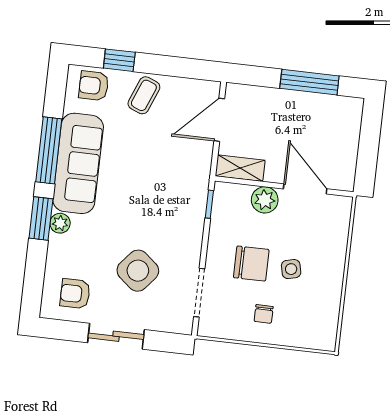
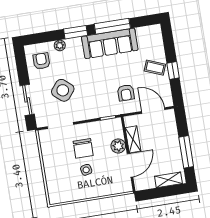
window: (119, 60) -> (173, 71), moved
armchair: (94, 86) -> (126, 93), moved, turned 180
shelving: (350, 128) -> (168, 180), added
shelving: (240, 168) -> (133, 139), moved
plant: (60, 223) -> (60, 45), moved
chair: (264, 314) -> (59, 162), removed
sliding door: (116, 336) -> (27, 100), moved

